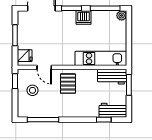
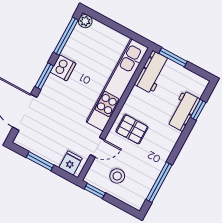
kitchen unit: (101, 58) -> (117, 85), width x1.36
workbench: (113, 110) -> (183, 111), moved

